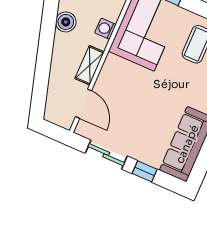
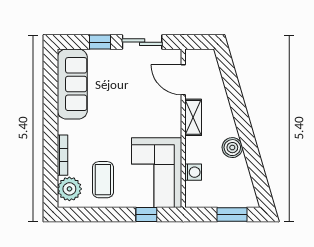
washing machine: (105, 29) -> (193, 172), moved

